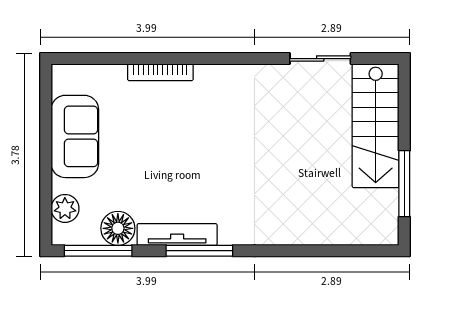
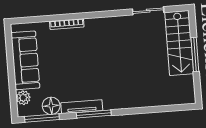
sofa: (75, 136) -> (25, 60), width x1.36
window: (404, 184) -> (195, 55), moved

